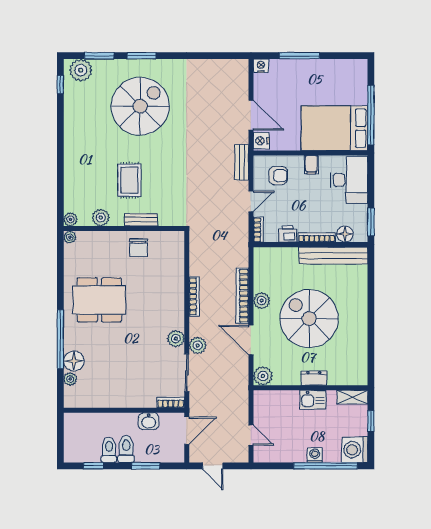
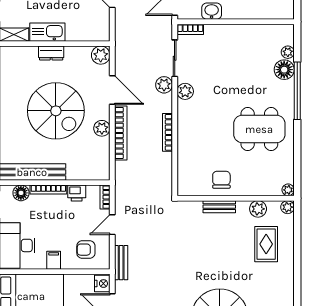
rug: (129, 180) -> (266, 244), moved
kitchen sink: (313, 400) -> (47, 32), width x1.38

